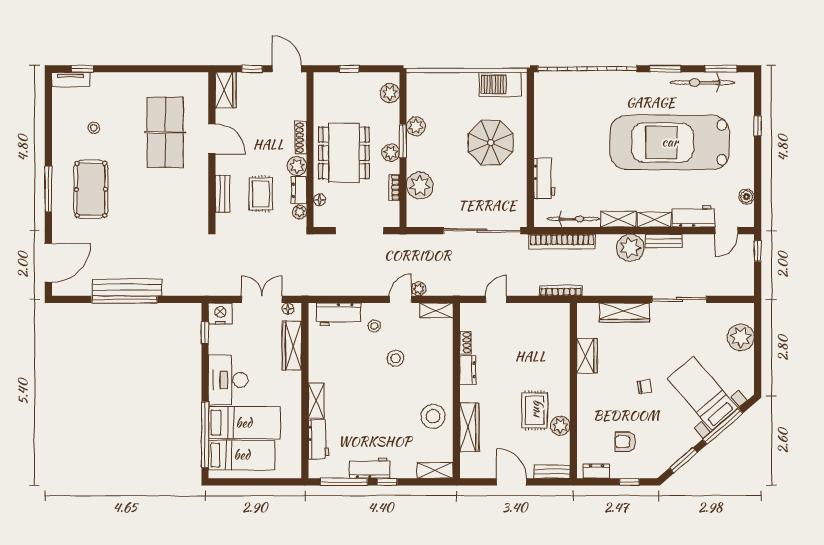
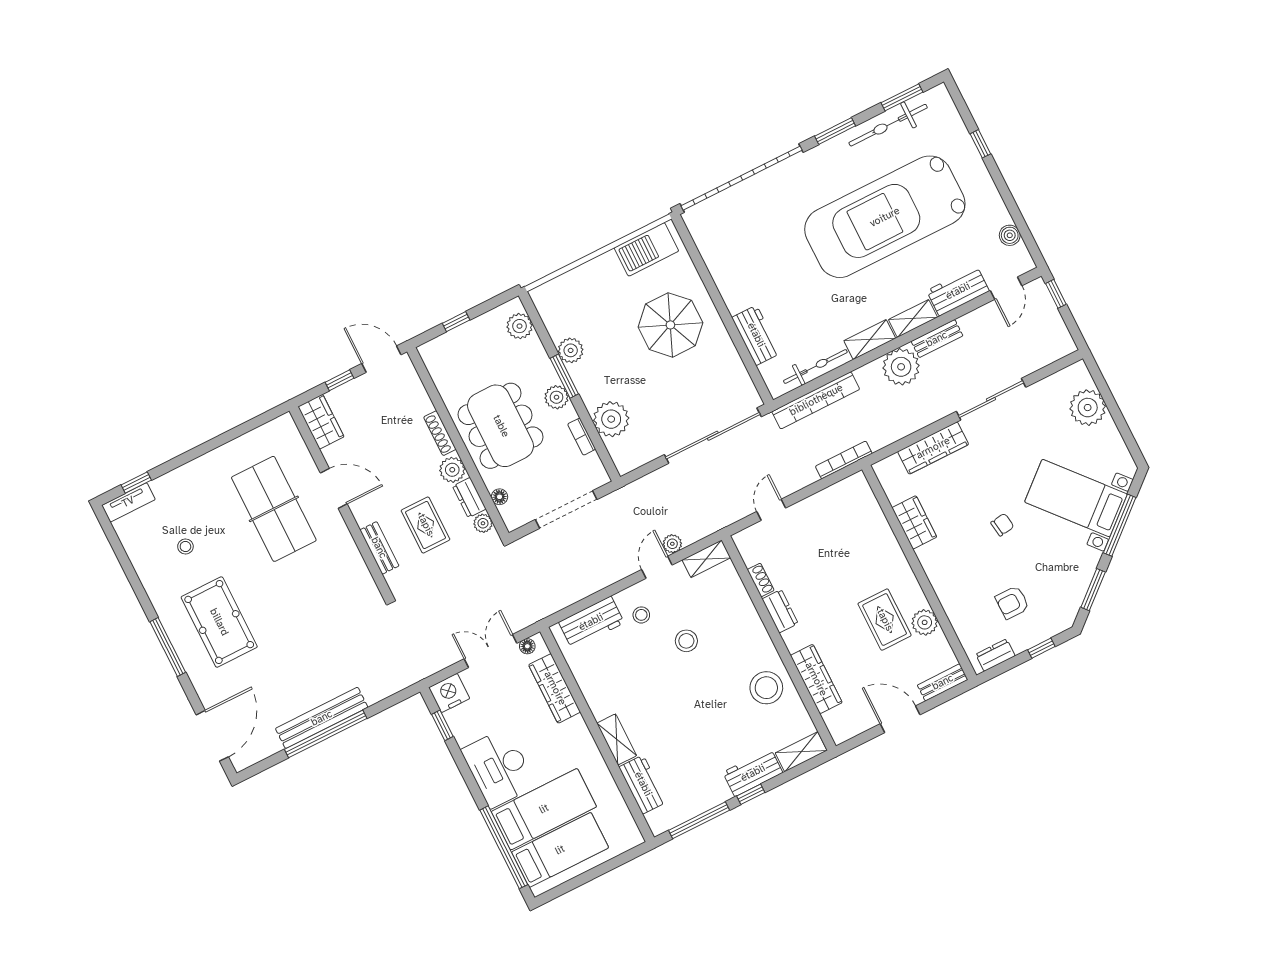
workbench: (370, 468) -> (753, 773), moved

